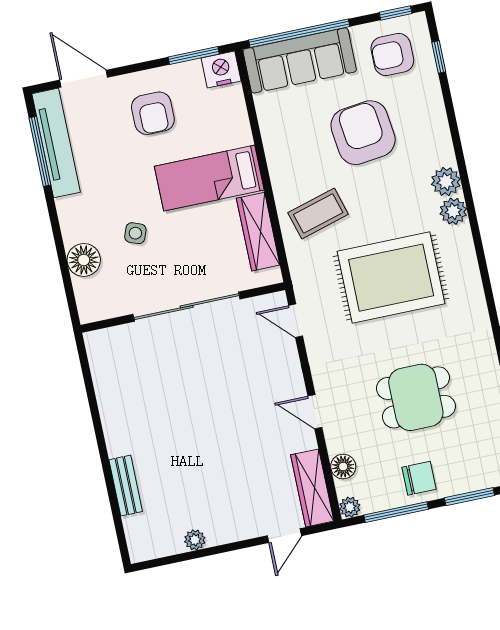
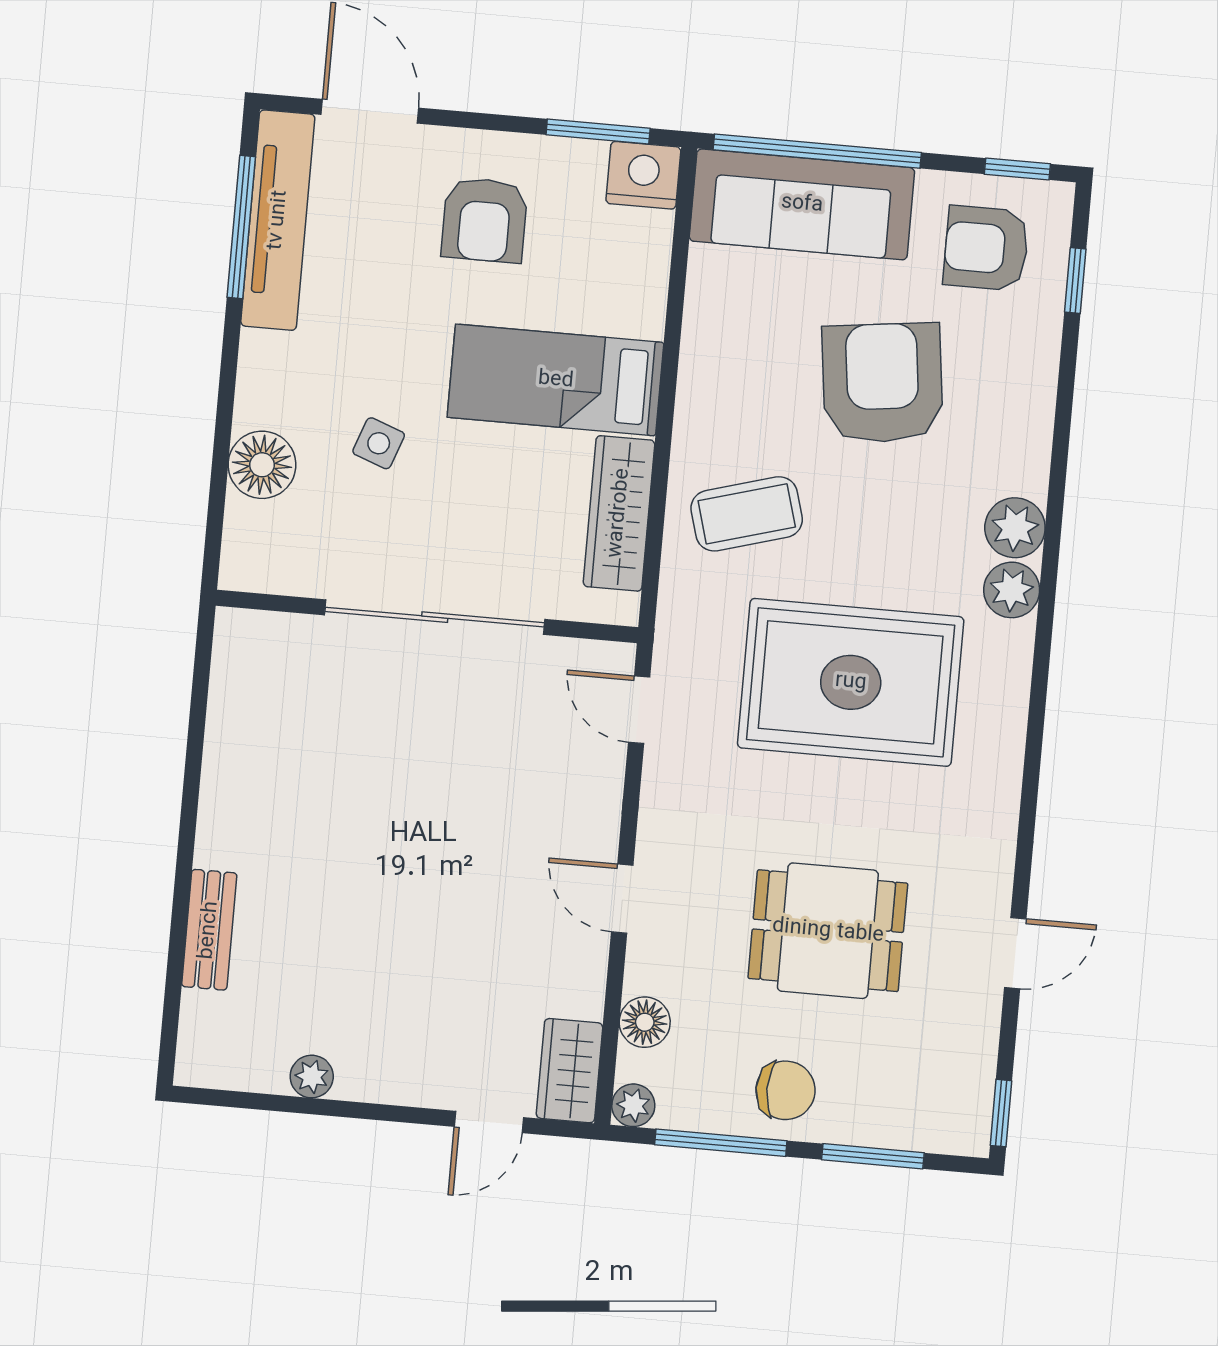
wardrobe: (312, 488) -> (570, 1071), width x0.67

